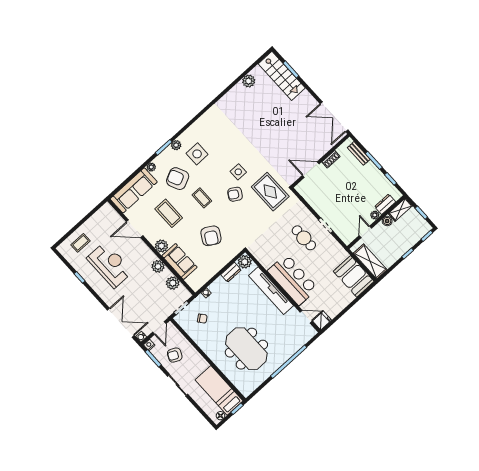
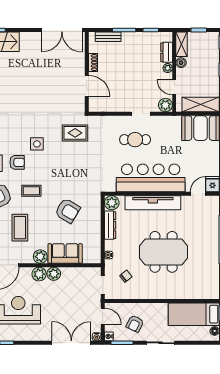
door: (311, 170) -> (87, 86), swing flipped
rug: (270, 192) -> (75, 133), width x0.73, depth x0.70
armchair: (235, 194) -> (17, 162), moved, turned -121
coffee table: (169, 213) -> (20, 228), turned 90
plant: (347, 237) -> (165, 105), added
dresser: (231, 272) -> (110, 225), width x1.44
bar counter: (293, 280) -> (151, 178), width x1.36
plant: (173, 283) -> (39, 274), moved
meeting table: (246, 349) -> (164, 252), moved

